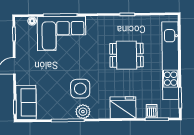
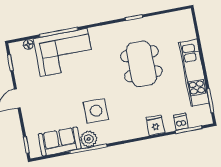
dining table: (127, 55) -> (141, 64), width x1.38
kitchen unit: (170, 61) -> (194, 73), width x0.73
sofa: (26, 102) -> (60, 141), moved, turned -90
fridge: (123, 108) -> (155, 125), width x0.53, depth x0.75
plant: (83, 112) -> (89, 139), moved

